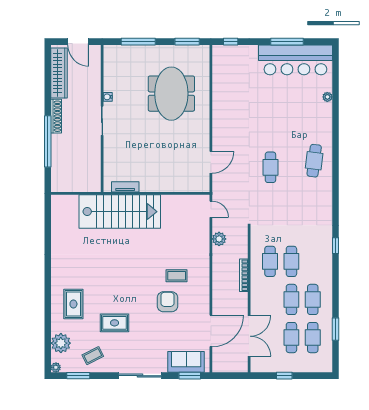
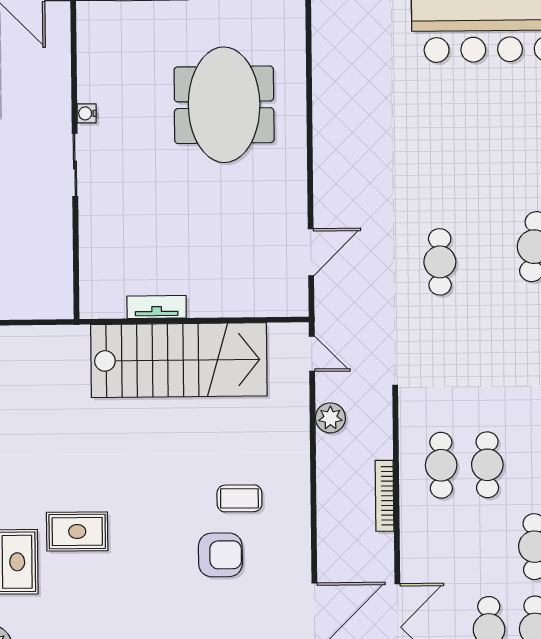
tv unit: (125, 187) -> (157, 307), moved
stairs: (120, 212) -> (179, 360), moved
cafe table: (291, 299) -> (488, 547), removed
armchair: (167, 302) -> (220, 555), turned 90
rug: (115, 323) -> (77, 532), moved

